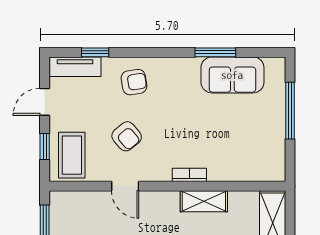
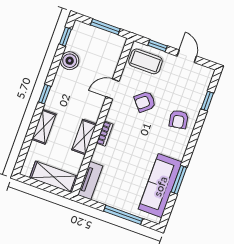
tv unit: (75, 67) -> (90, 181), moved, turned 180
sofa: (232, 75) -> (160, 186), width x1.36

